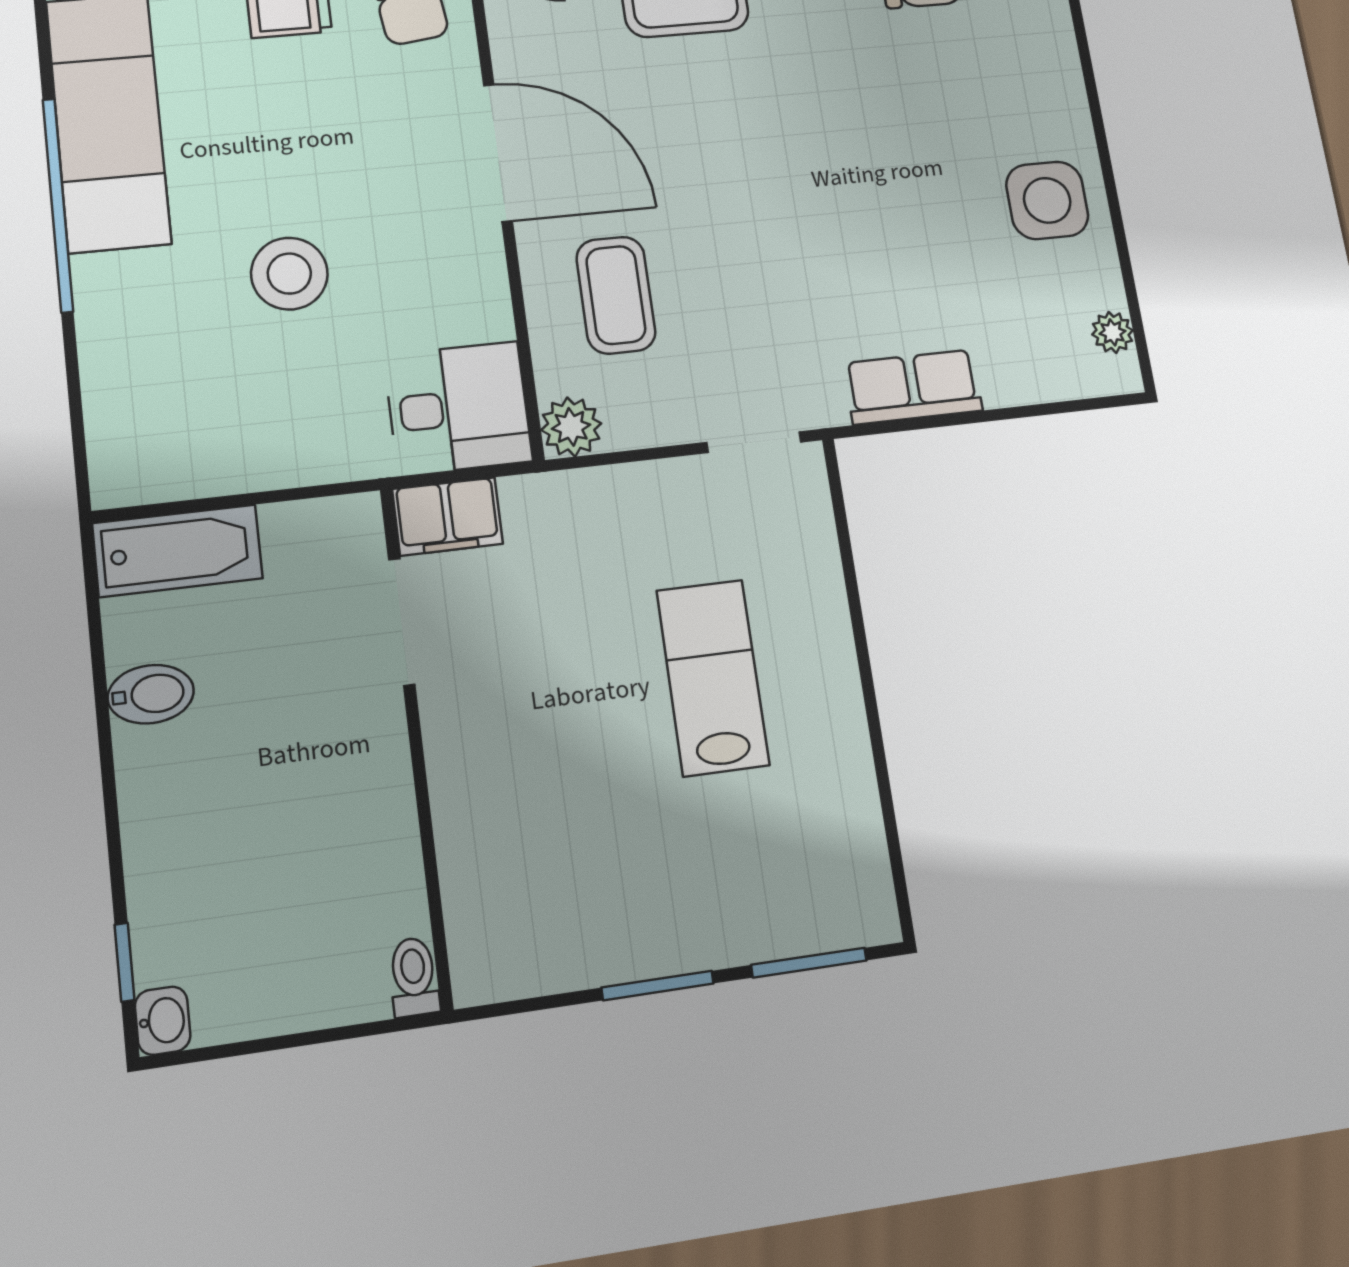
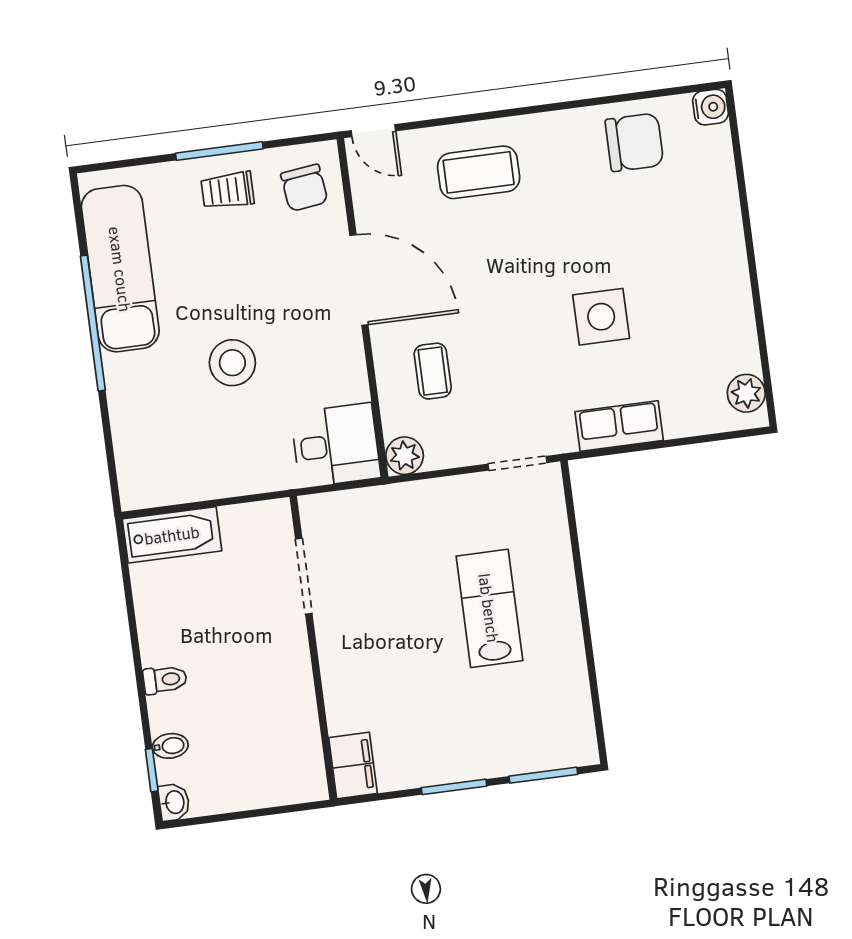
side table: (1047, 200) -> (601, 317), moved
coffee table: (616, 295) -> (433, 371), width x0.73, depth x0.77
plant: (1113, 332) -> (746, 393), width x1.38, depth x1.38
filing cabinet: (447, 516) -> (353, 765), moved, turned -90
bidet: (151, 694) -> (170, 746), moved, width x0.72, depth x0.74
toilet: (414, 977) -> (165, 680), moved, turned 90

